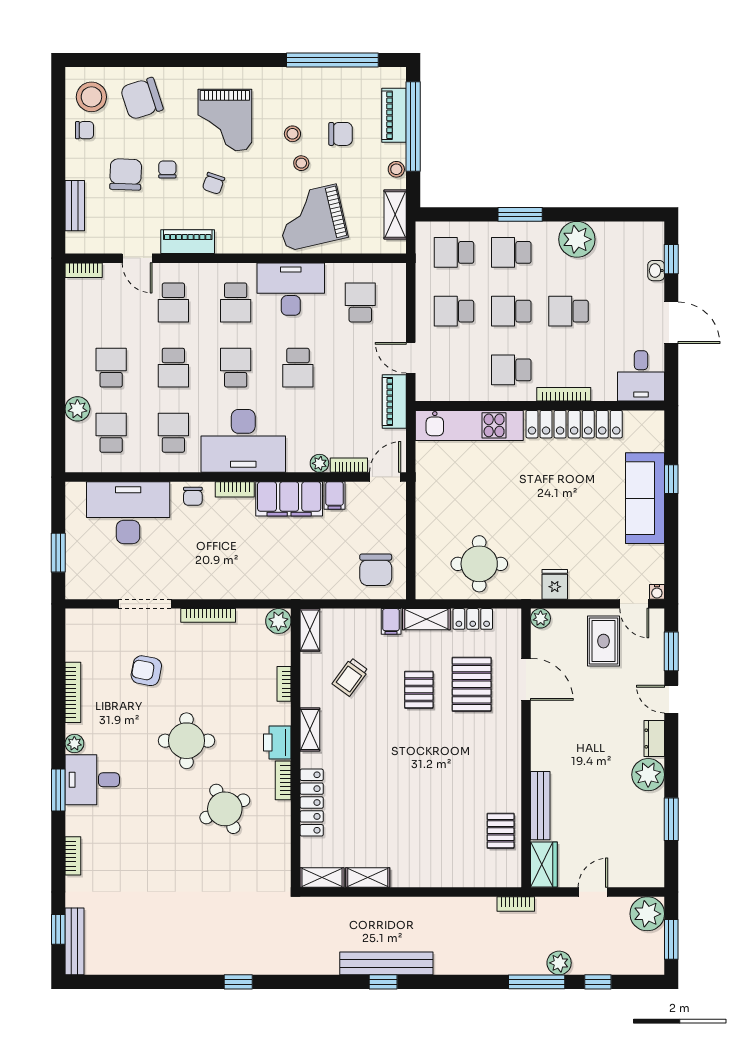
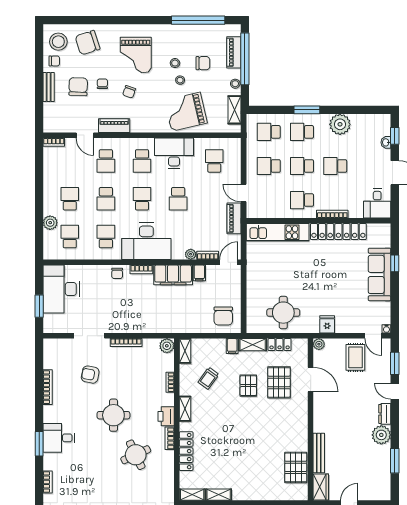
bench: (75, 206) -> (49, 87), moved
desk: (128, 513) -> (61, 289), moved, turned -90
plant: (74, 743) -> (48, 417), removed
pallet: (501, 831) -> (296, 467), width x1.50, depth x1.42

